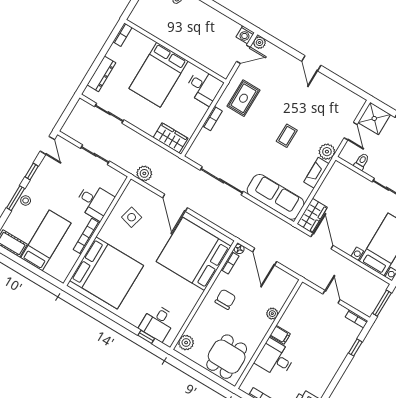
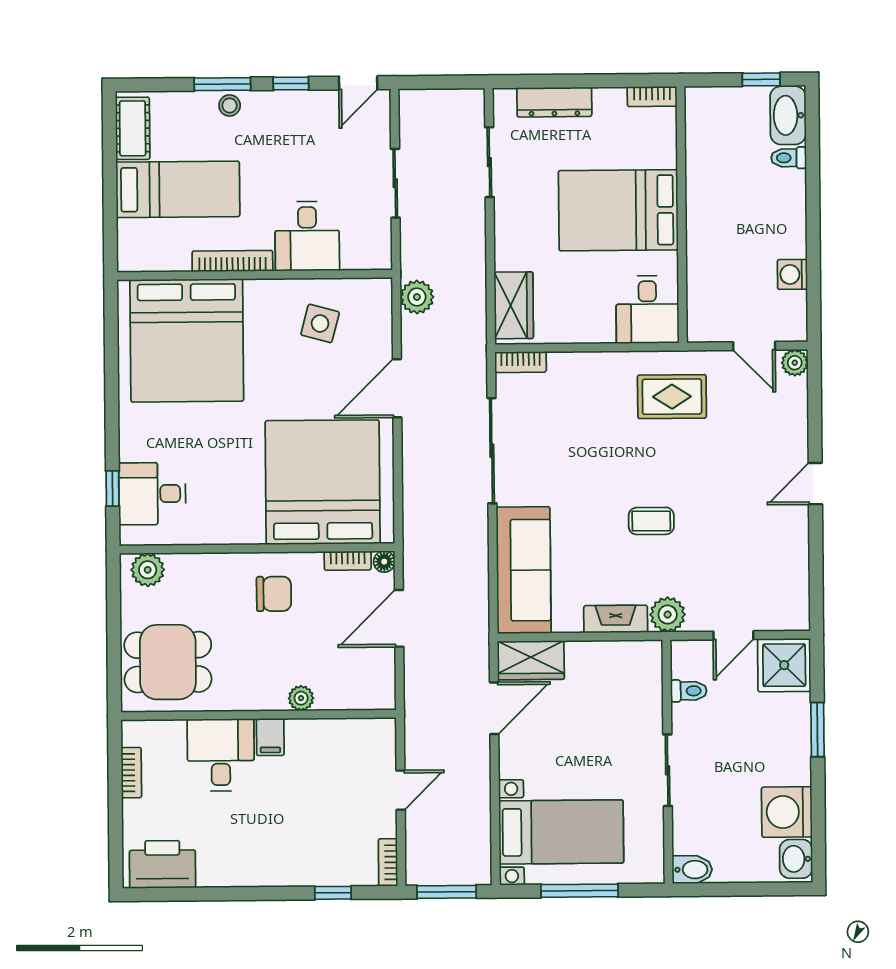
washing machine: (245, 35) -> (792, 274), moved
bookcase: (212, 118) -> (521, 362), moved

